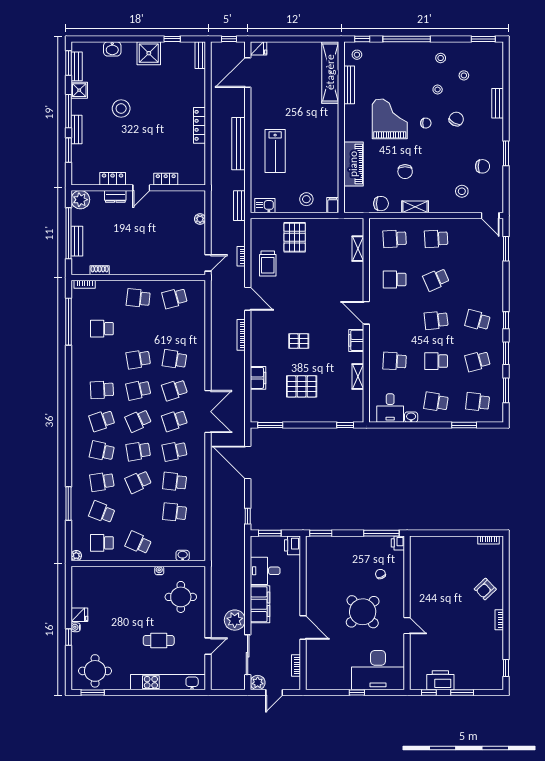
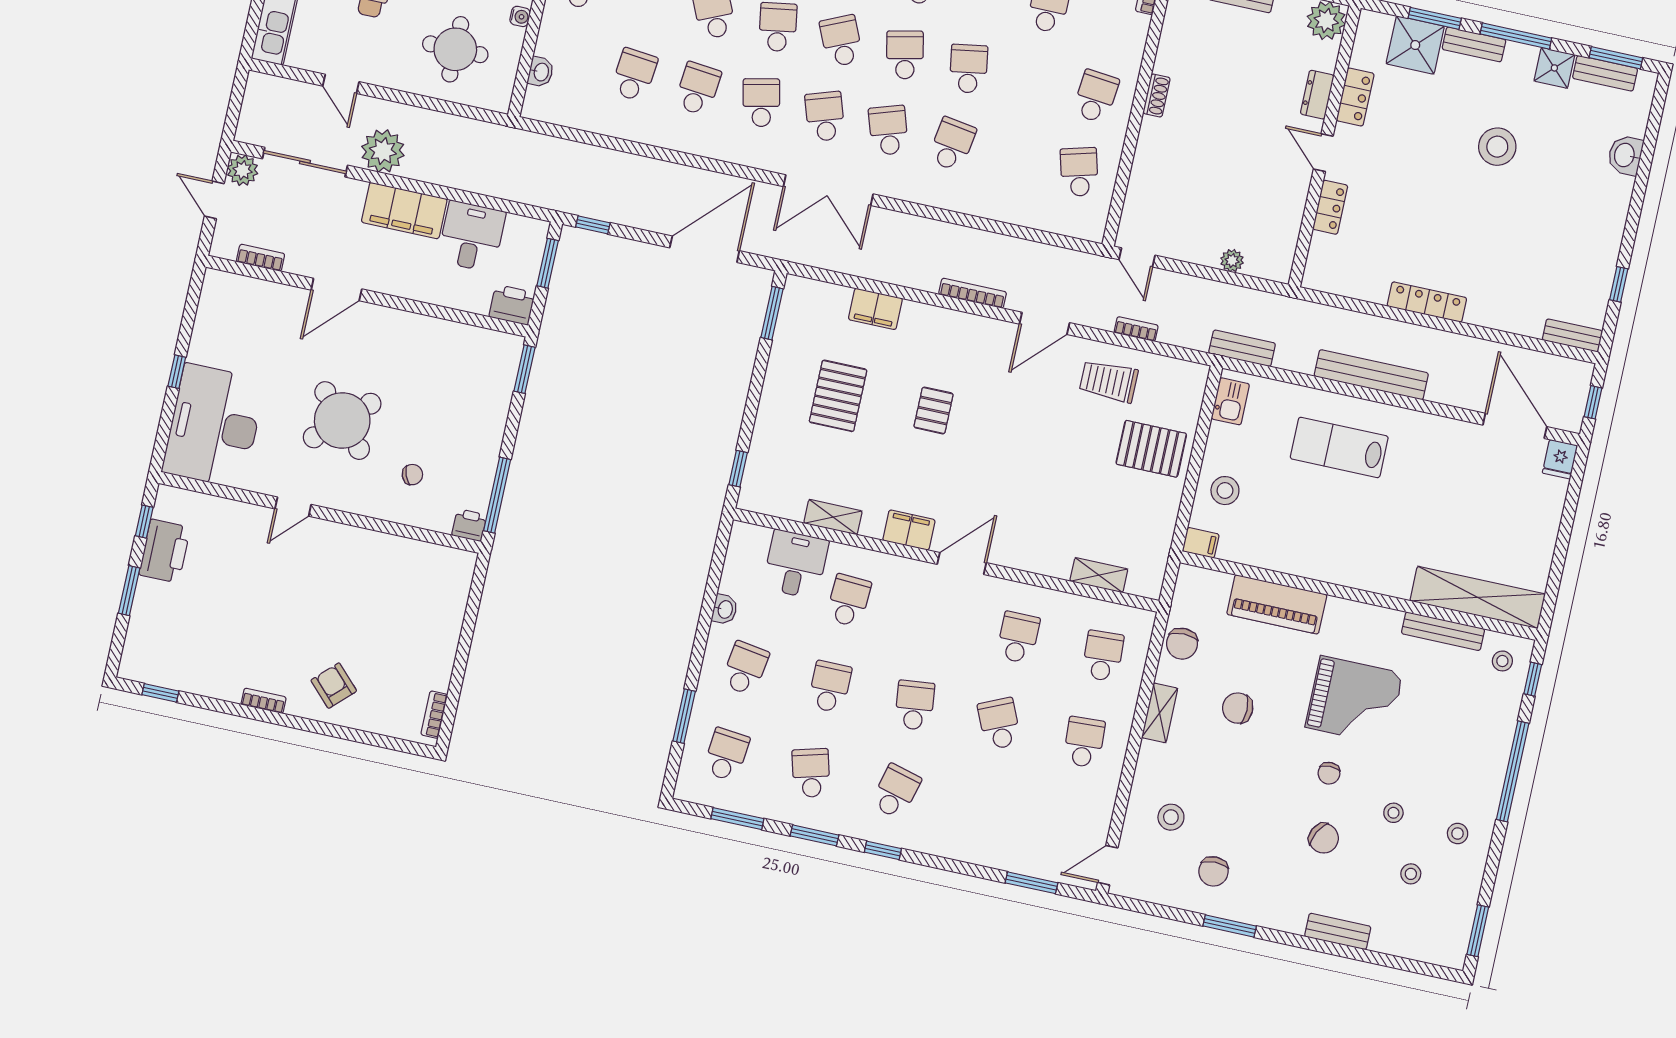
shower: (149, 53) -> (1415, 45), moved
shoe rack: (100, 270) -> (1157, 95), moved
desk: (390, 408) -> (796, 564), moved, turned 90

